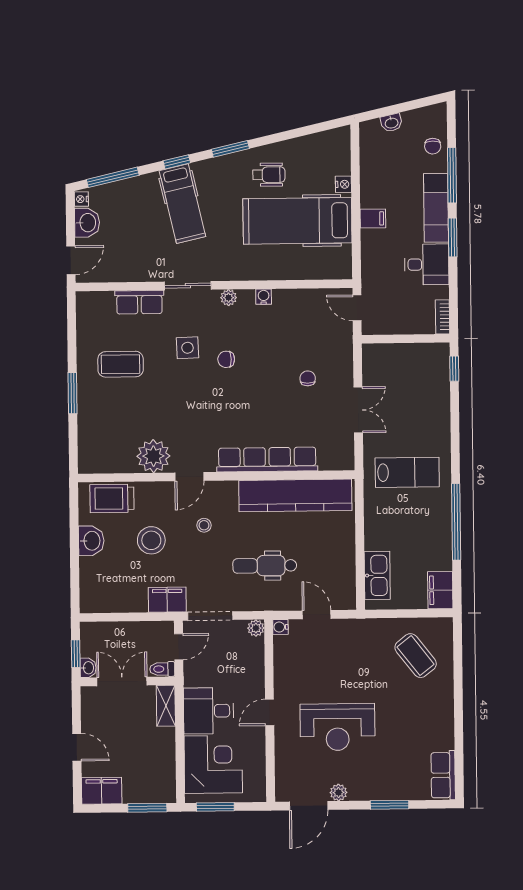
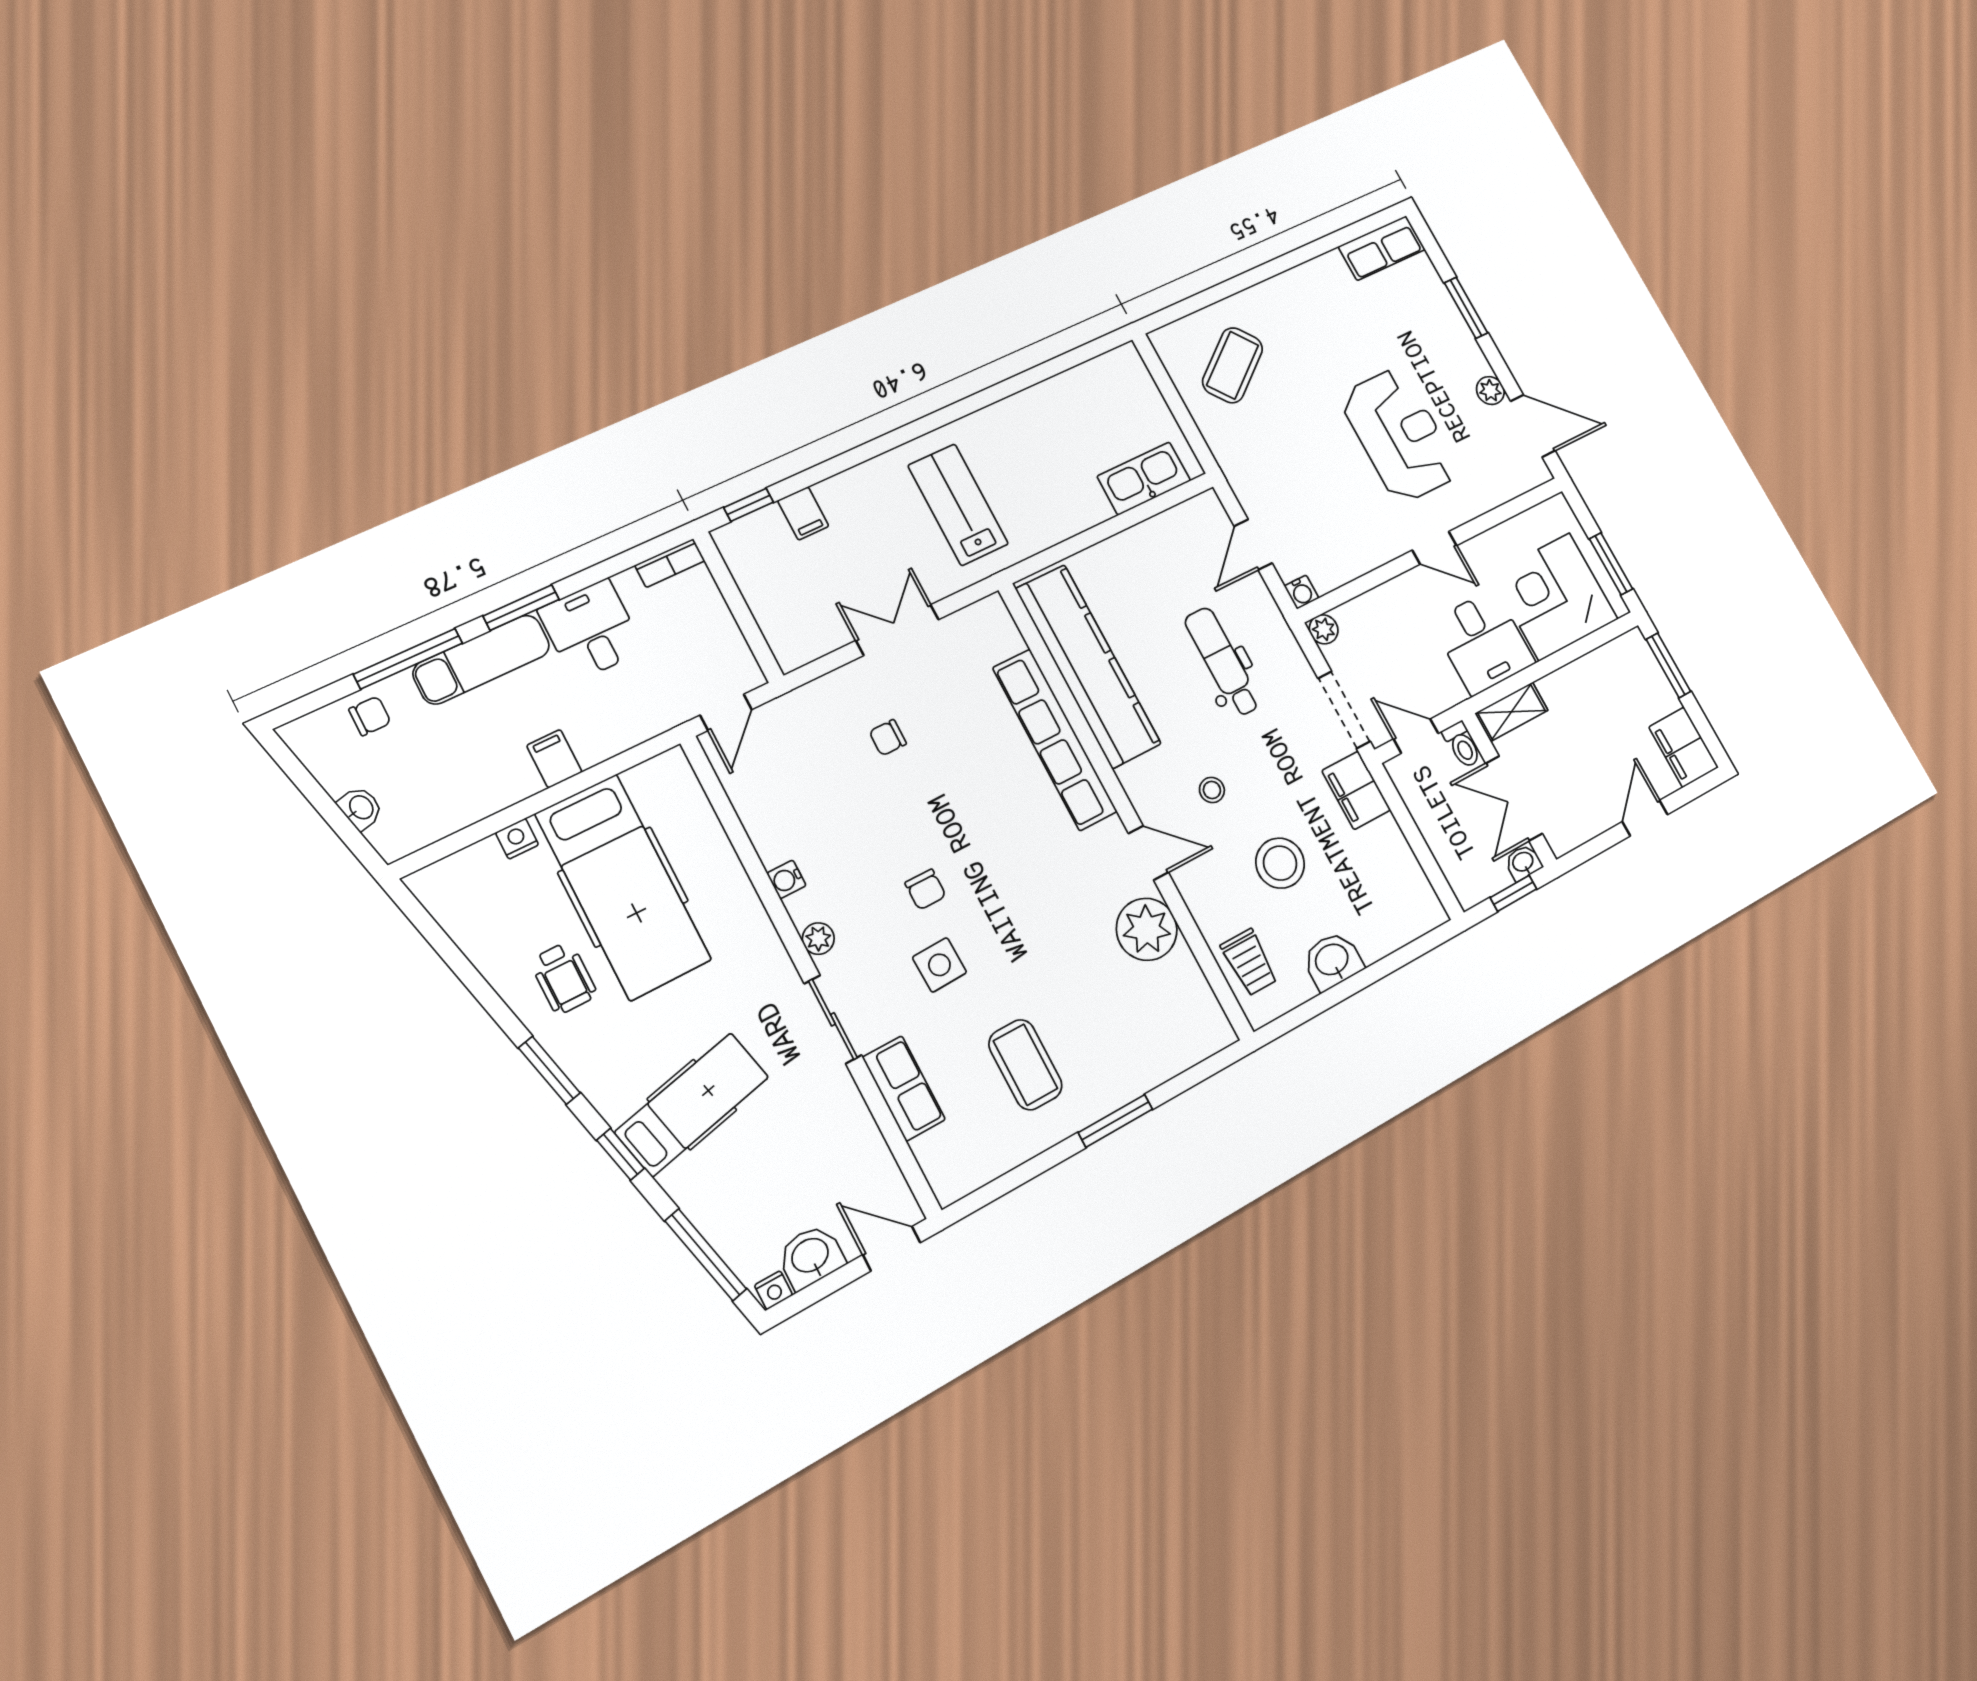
wheelchair: (269, 175) -> (564, 978), turned 180
trolley: (112, 498) -> (1249, 962), width x0.73, depth x0.72
window: (456, 522) -> (996, 393), removed
dental chair: (265, 566) -> (1223, 662), turned 180
filing cabinet: (440, 590) -> (803, 513), moved, width x0.50

